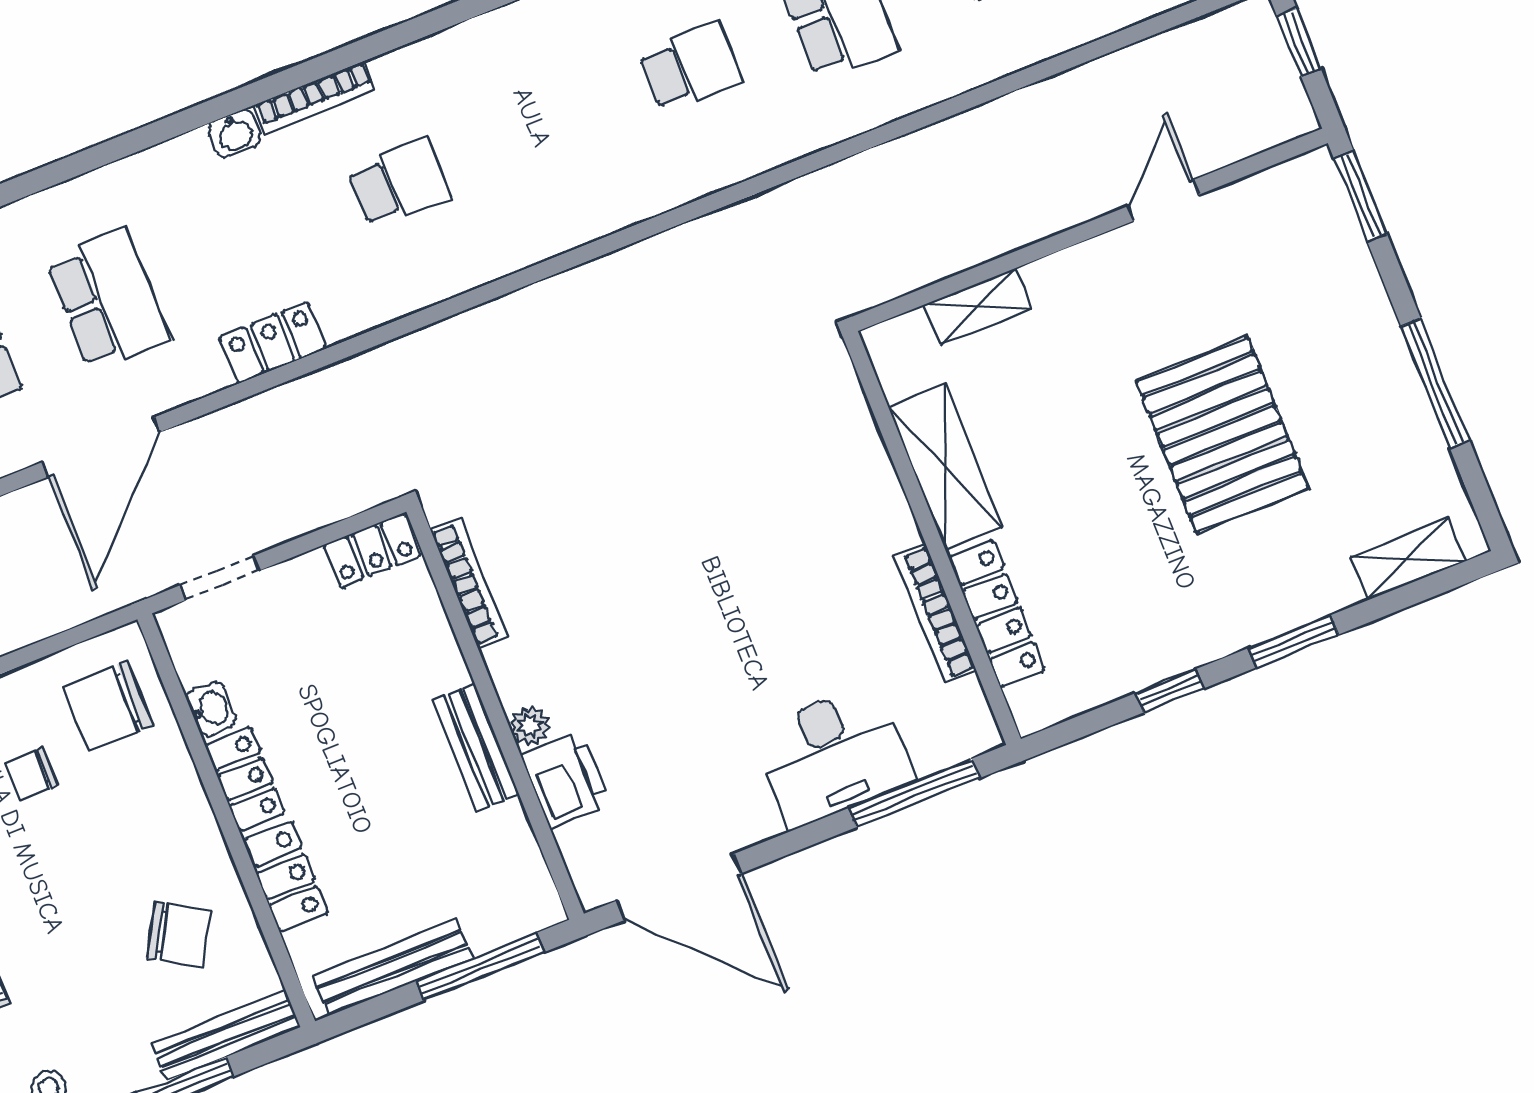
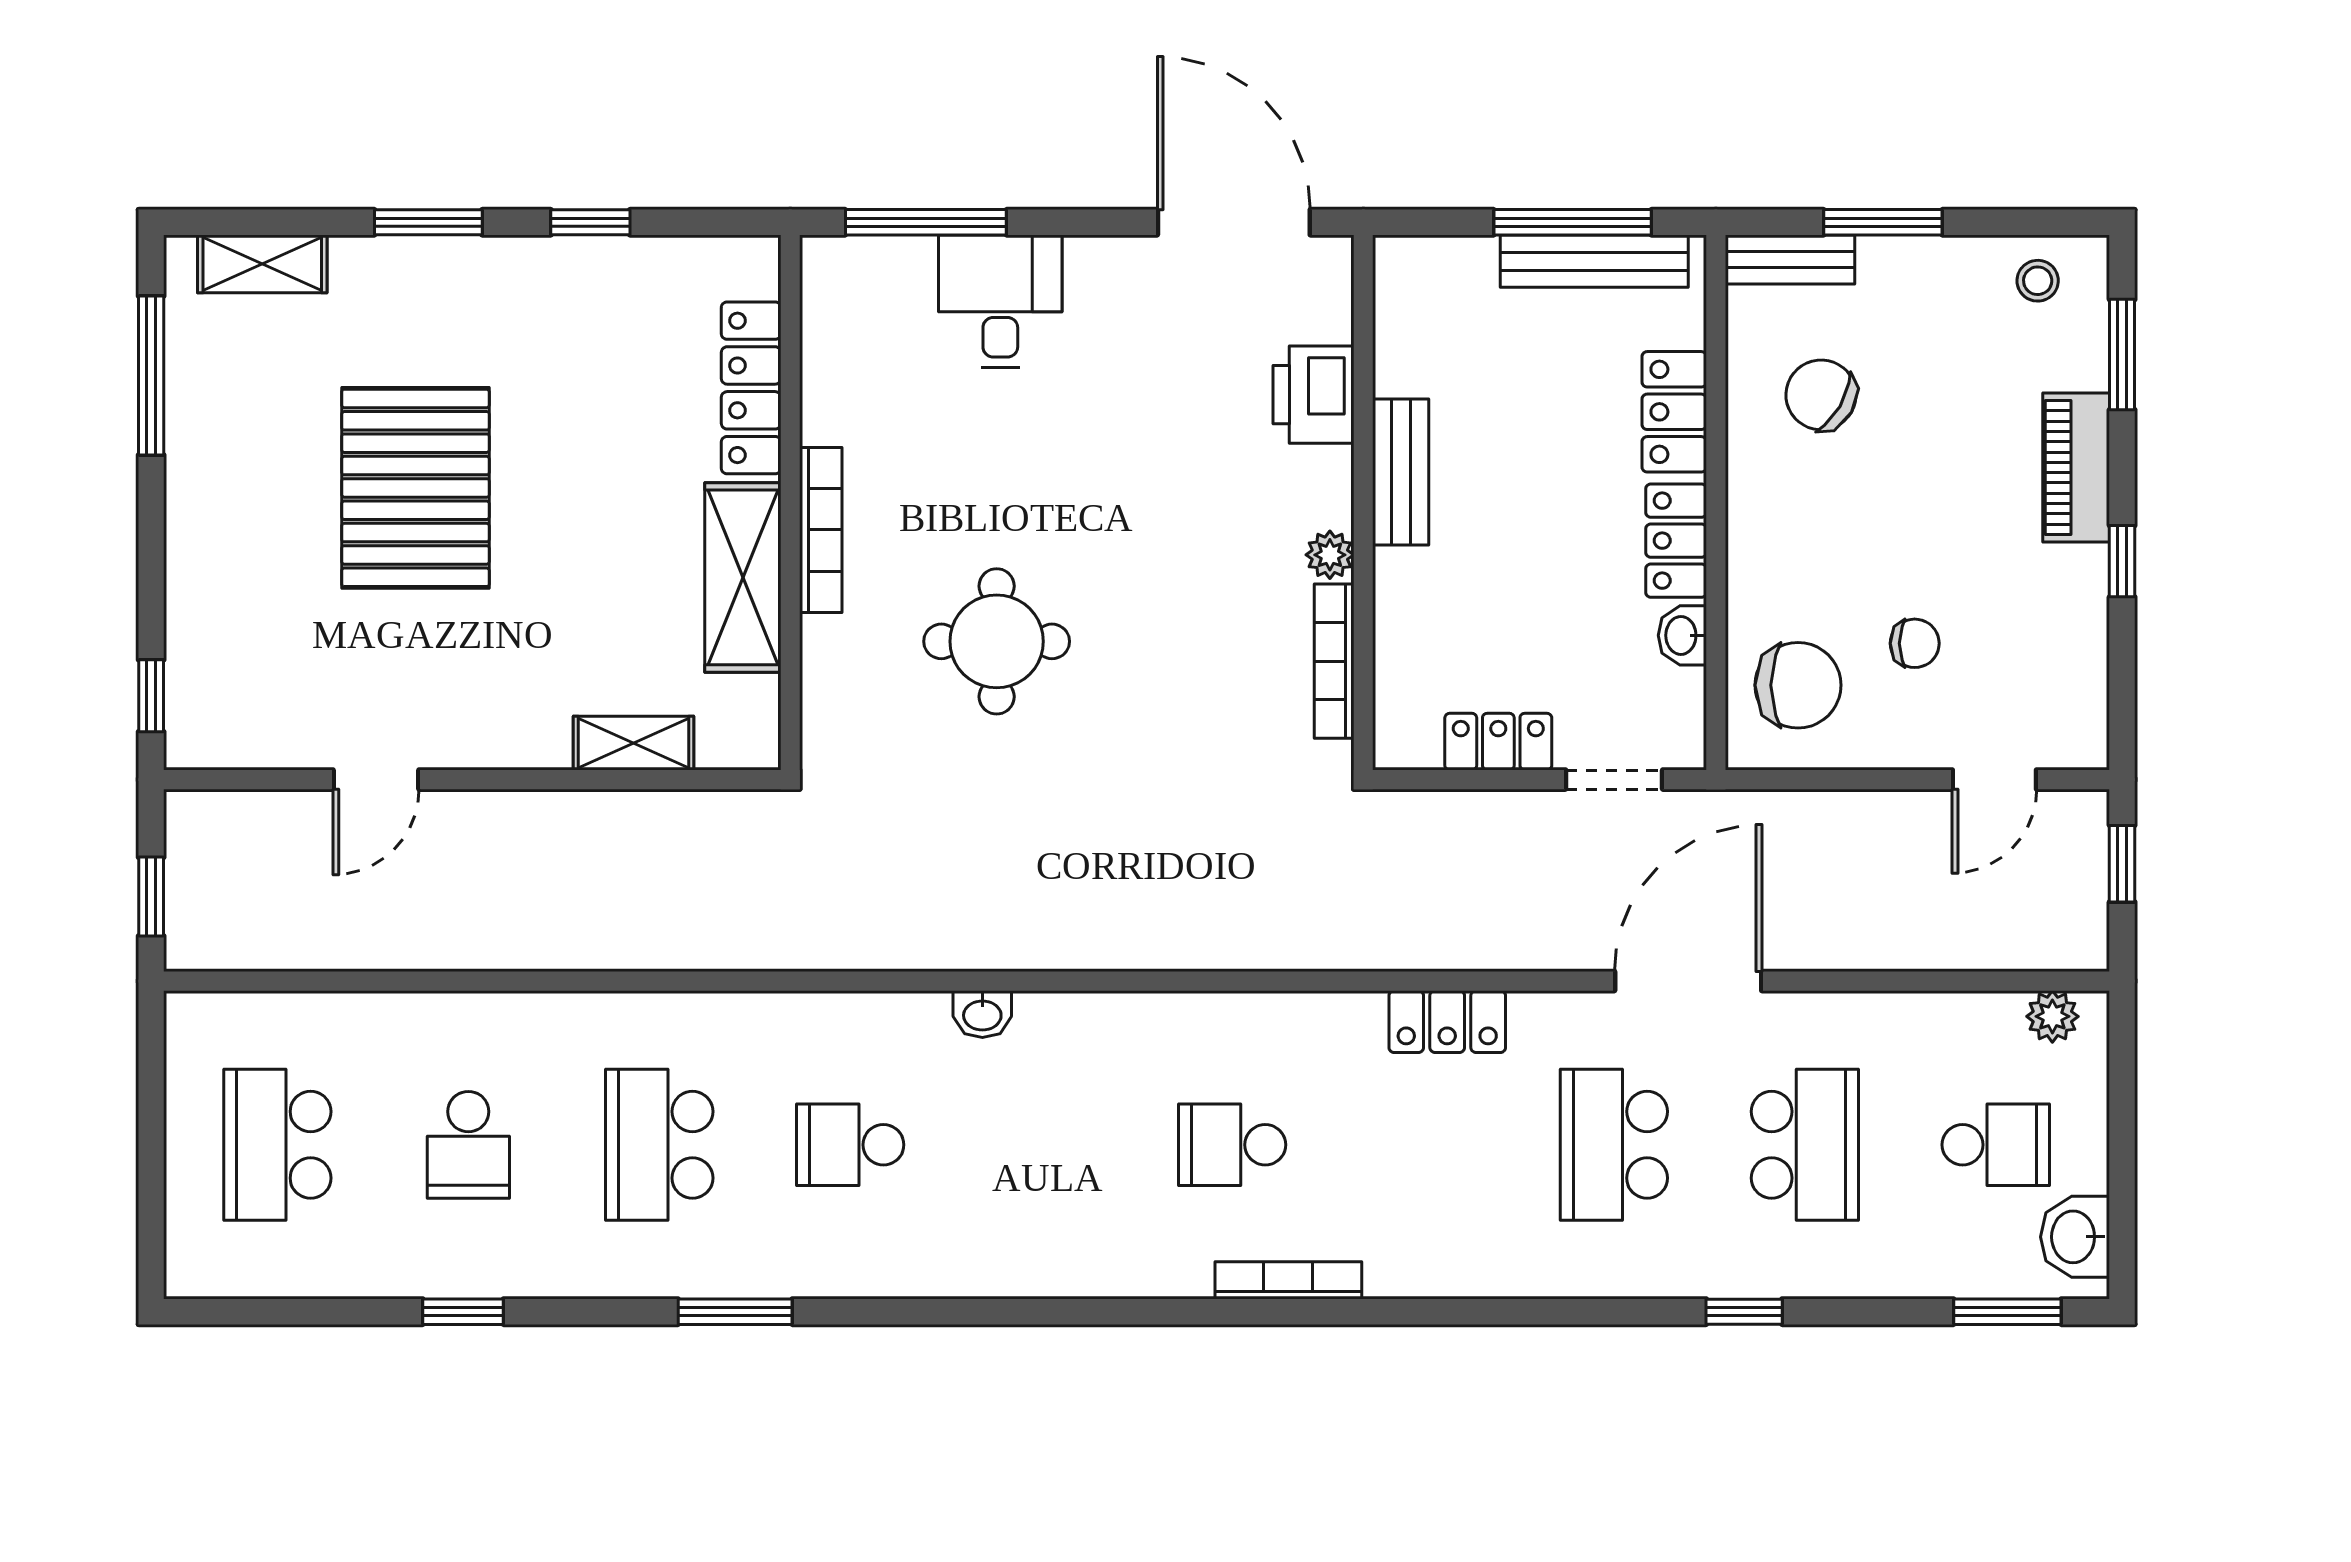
washbasin: (235, 133) -> (982, 1014), moved, turned 180
window: (1360, 196) -> (151, 696), width x0.67
window: (1435, 383) -> (151, 375), moved
round table: (732, 495) -> (997, 641), added
locker: (372, 550) -> (1498, 742), moved
bookcase: (935, 613) -> (821, 530), moved
plant: (530, 726) -> (1330, 555), moved
desk: (833, 755) -> (1000, 301), width x0.73
window: (480, 967) -> (1573, 222), moved
bench: (226, 1035) -> (1790, 260), width x0.73

